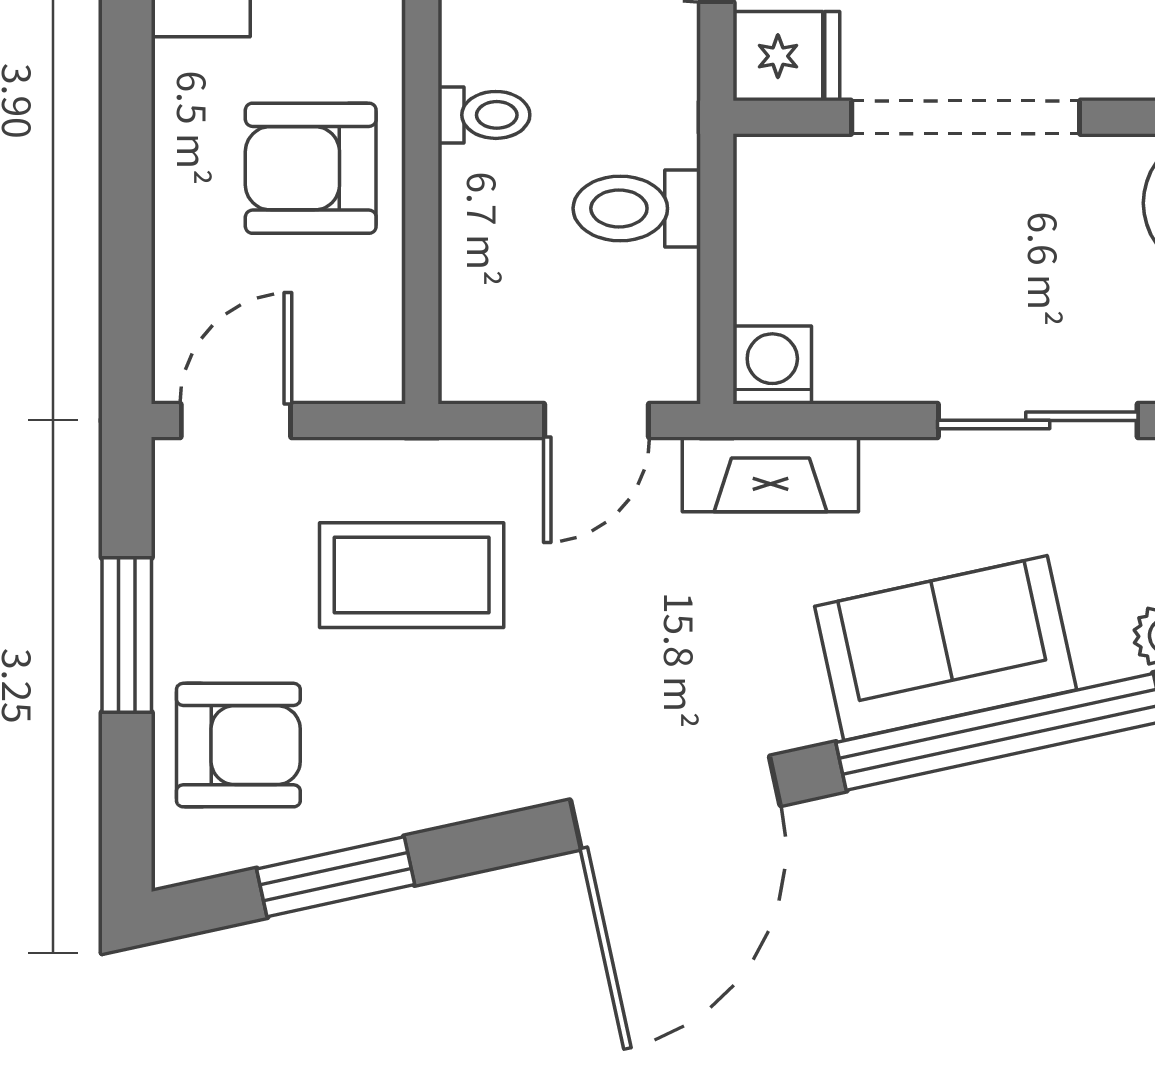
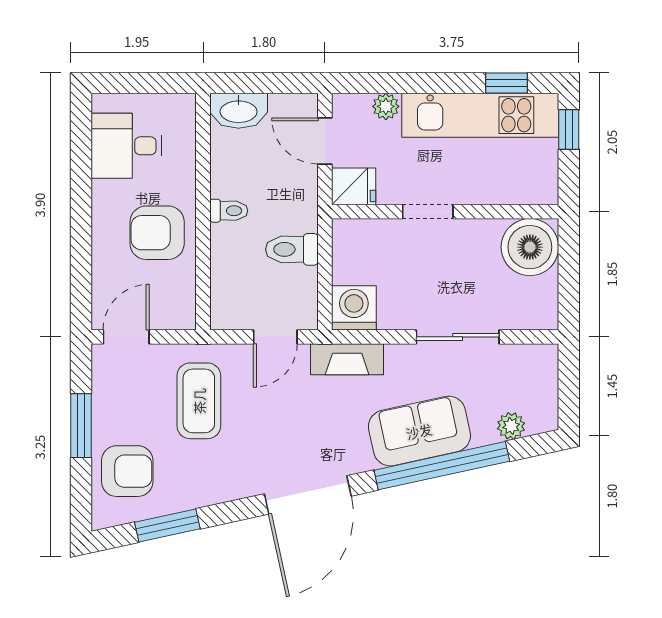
doorway: (966, 117) -> (428, 212), width x0.53
washing machine: (772, 365) -> (354, 308), width x1.38, depth x1.38
coffee table: (412, 575) -> (199, 401), turned 90

